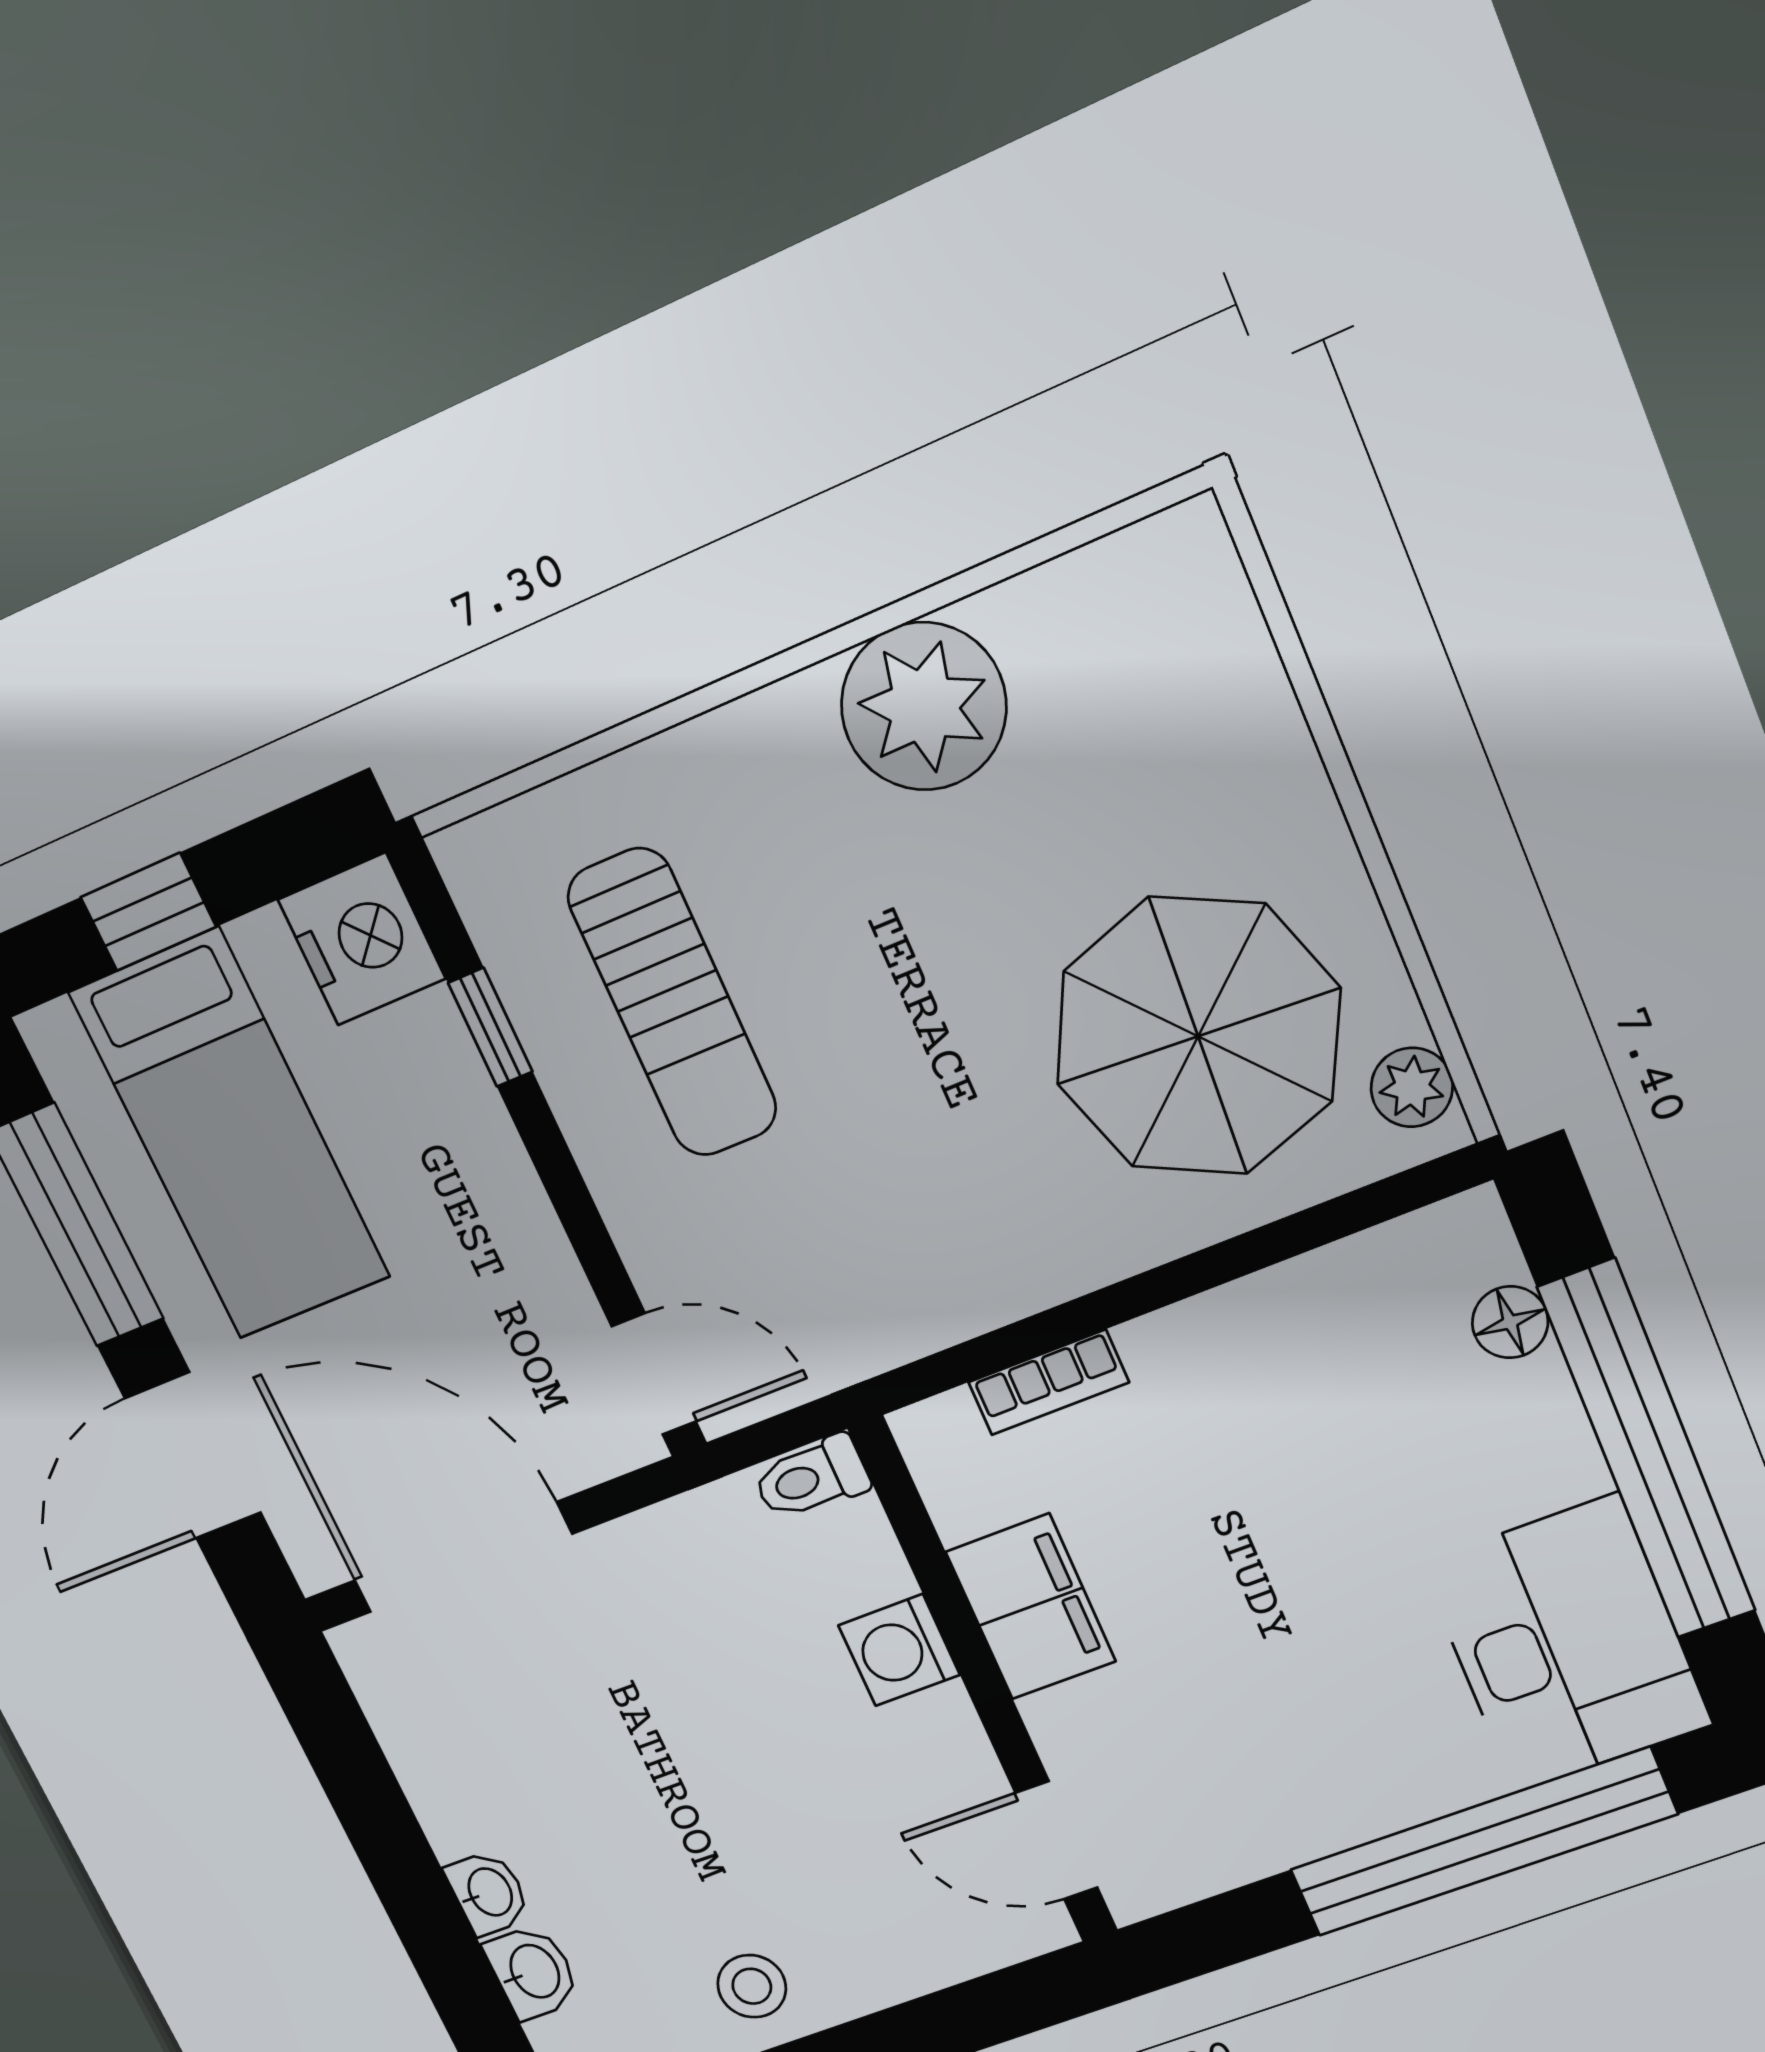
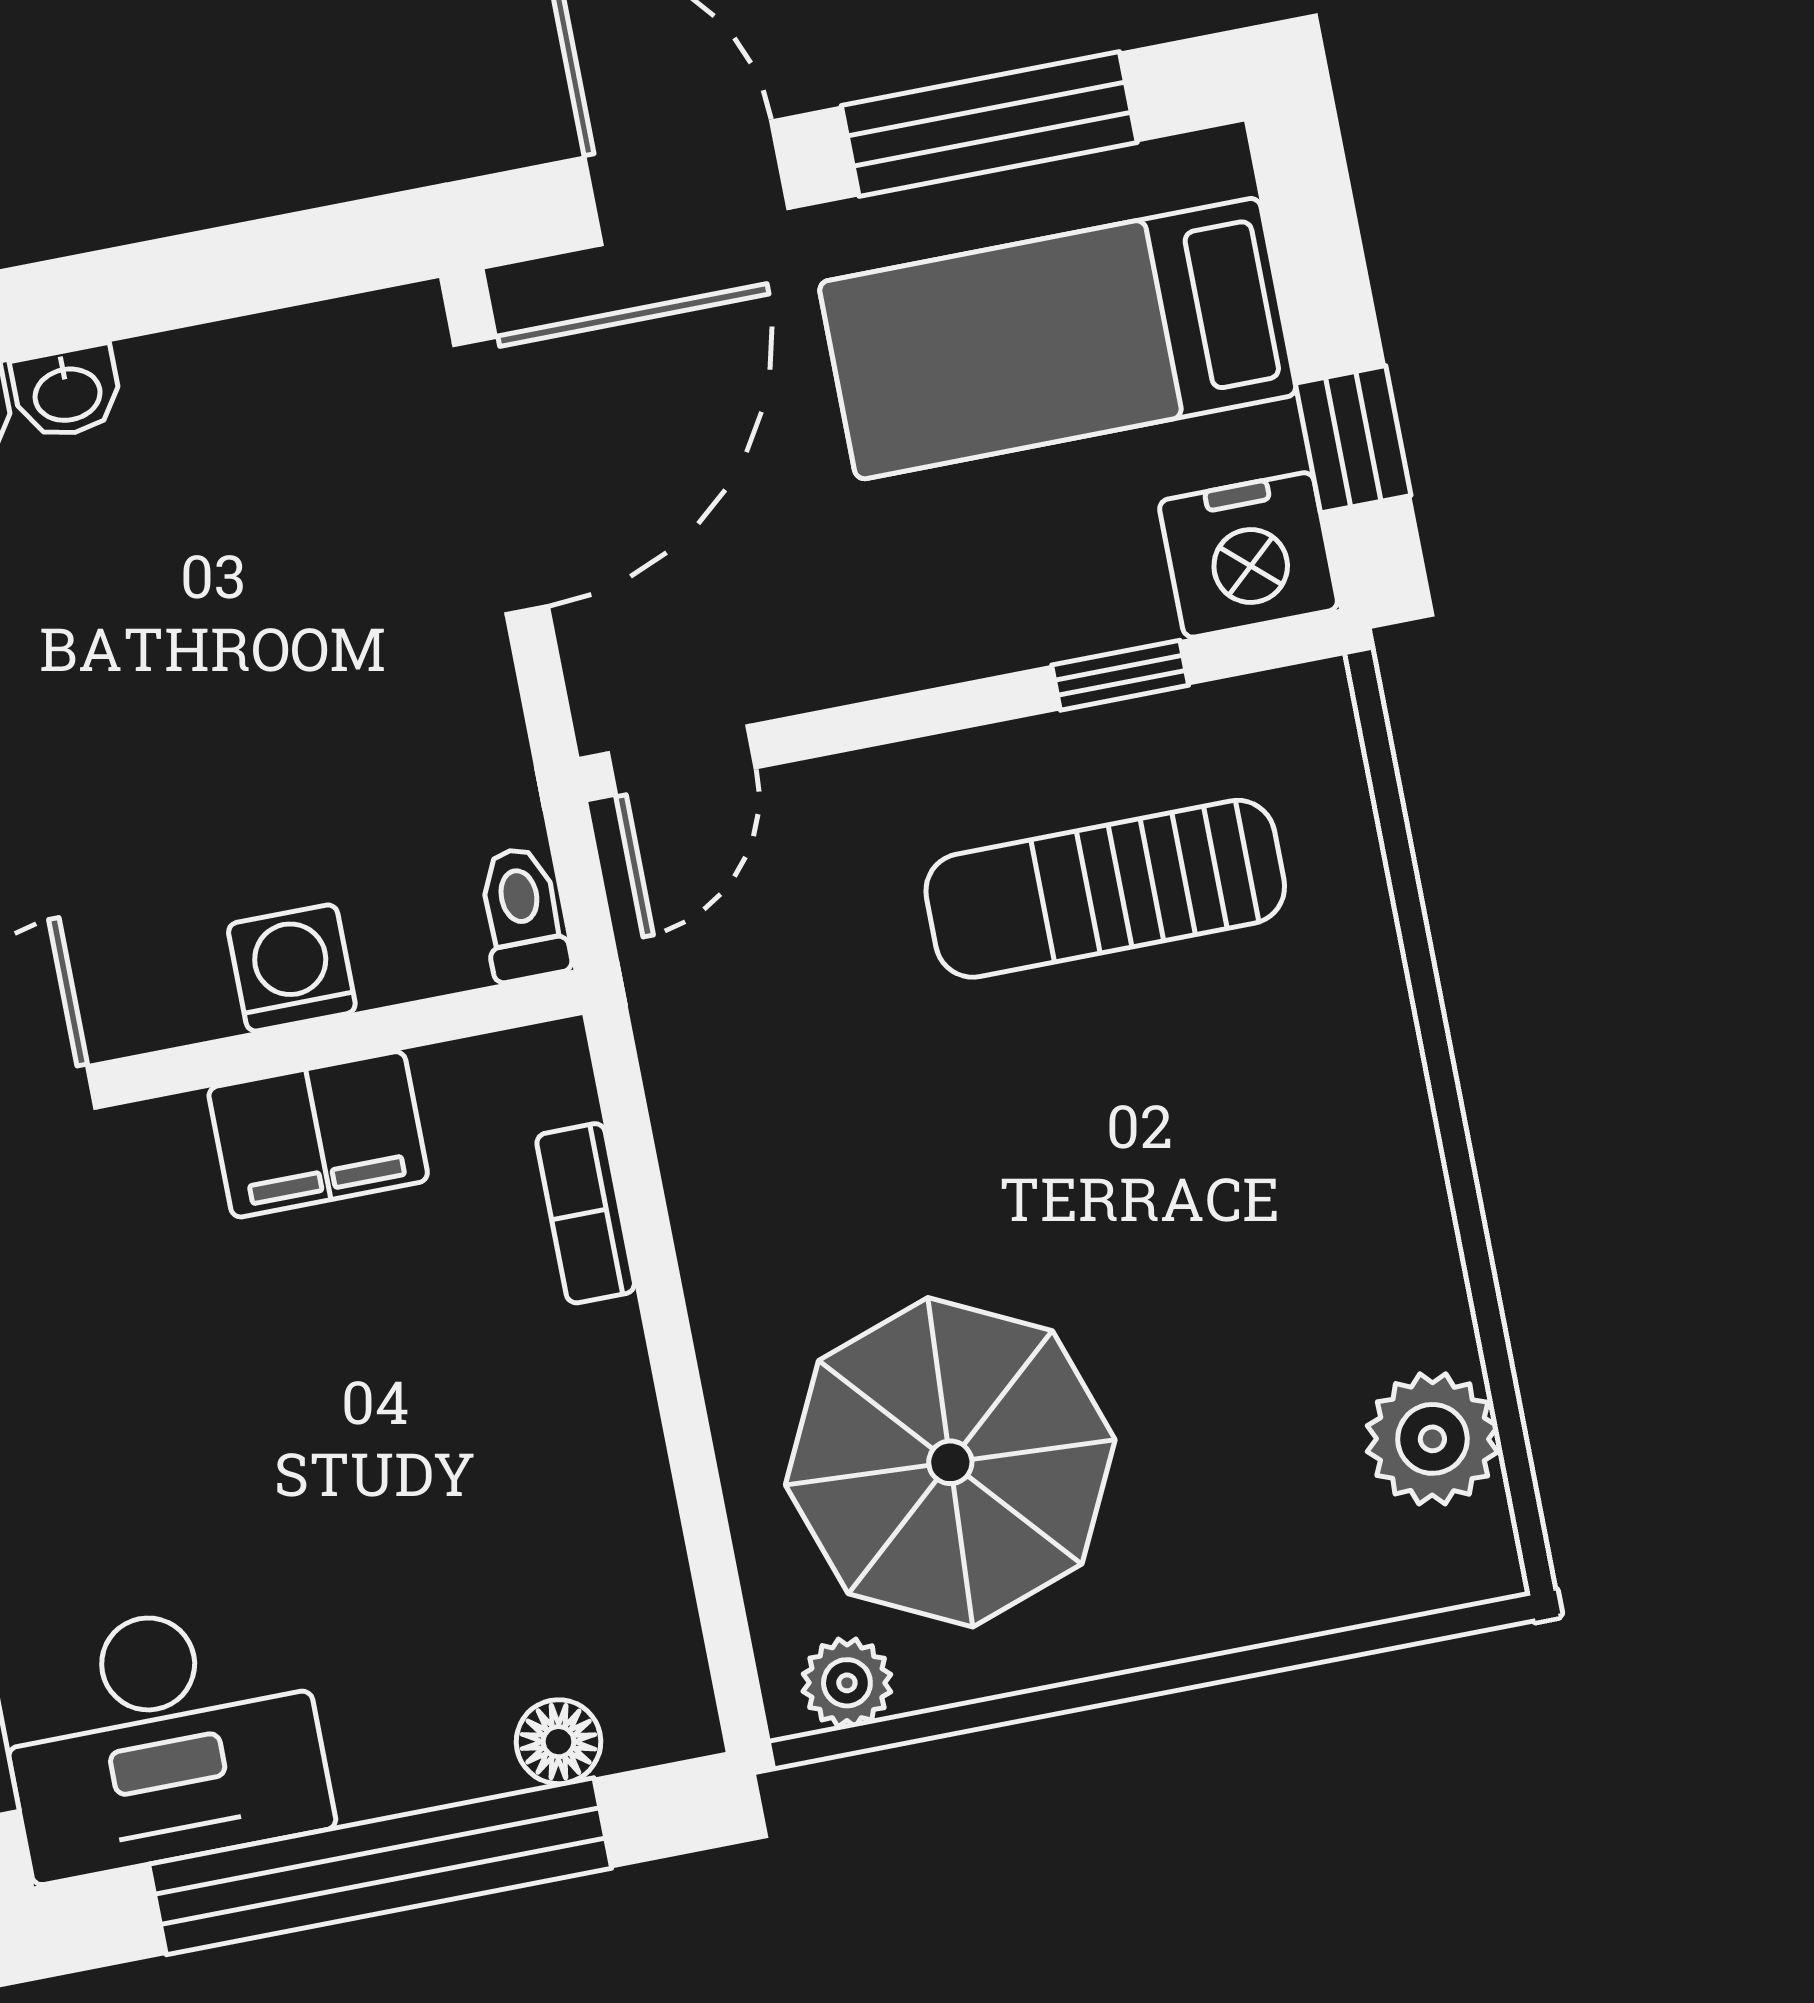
plant: (924, 706) -> (1432, 1439), moved, width x0.73, depth x0.73
window: (148, 912) -> (1353, 439), moved

